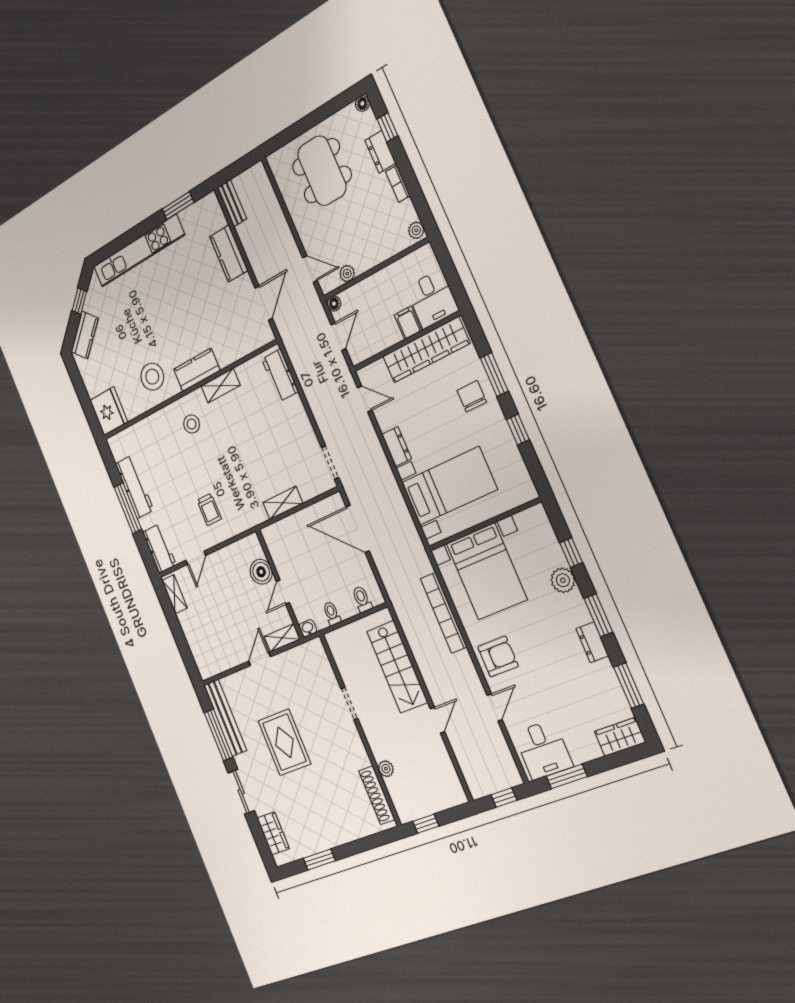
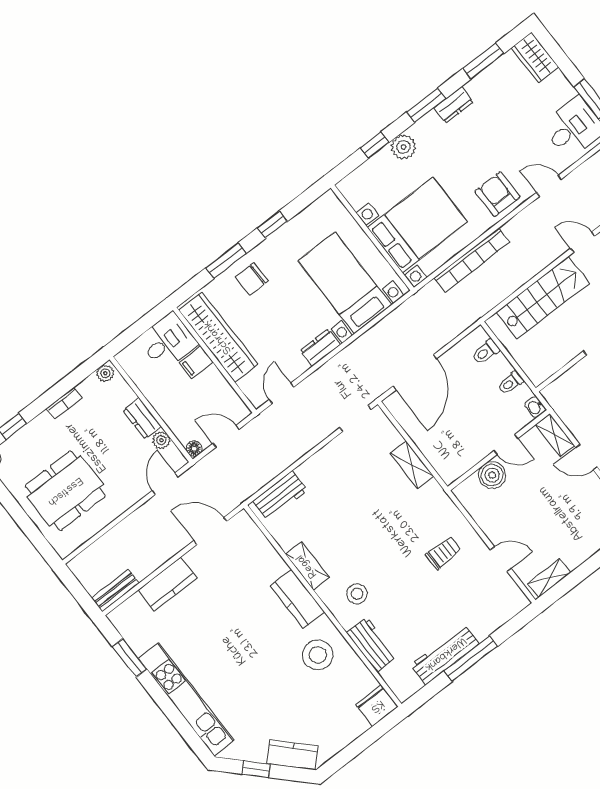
dresser: (380, 152) -> (142, 418), moved, turned 90
fridge: (109, 411) -> (377, 706), width x0.73, depth x0.75
workbench: (159, 549) -> (372, 644), moved, turned 90

